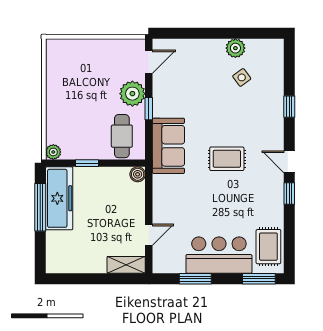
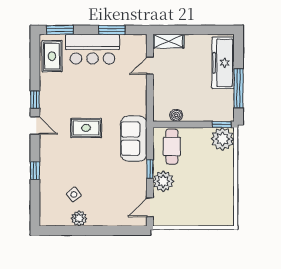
plant: (53, 152) -> (222, 139), width x1.88, depth x1.88
window: (87, 163) -> (222, 124), moved
boiler: (138, 174) -> (176, 115), moved
freezer: (59, 198) -> (223, 63), moved

